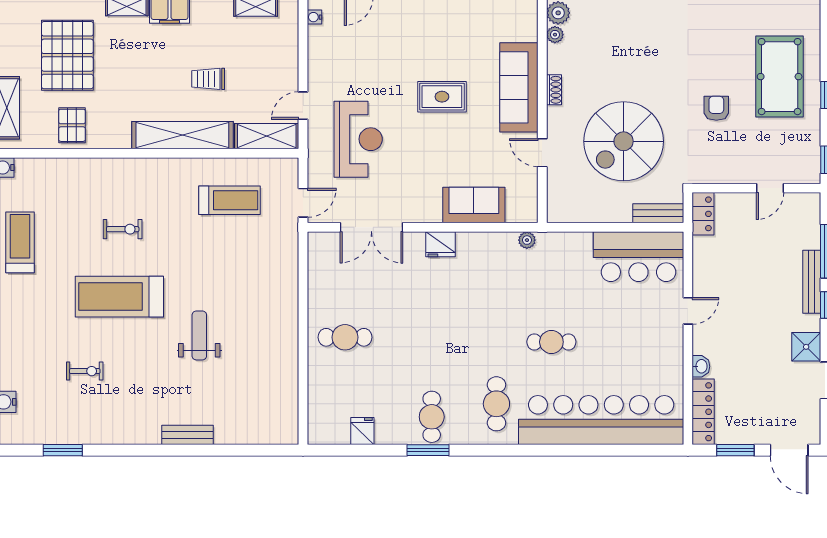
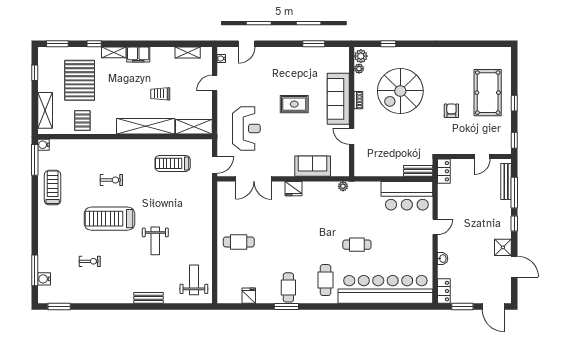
door: (303, 106) -> (215, 83), moved
spiral stairs: (624, 141) -> (400, 91), moved
treadmill: (230, 200) -> (173, 163), turned 180
bench: (812, 282) -> (506, 182), moved
weight bench: (199, 335) -> (155, 241), turned 180
weight bench: (267, 403) -> (194, 280), added
locker: (703, 412) -> (444, 291), width x0.66
window: (63, 450) -> (59, 307), moved

